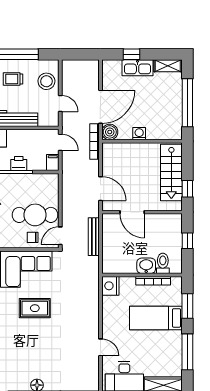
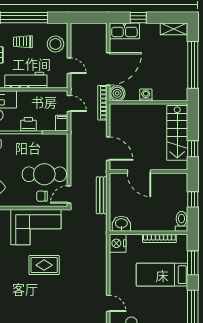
kitchen sink: (138, 68) -> (124, 31), moved
toilet: (163, 263) -> (181, 221), moved
washbasin: (146, 266) -> (121, 224), moved

